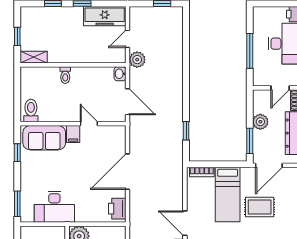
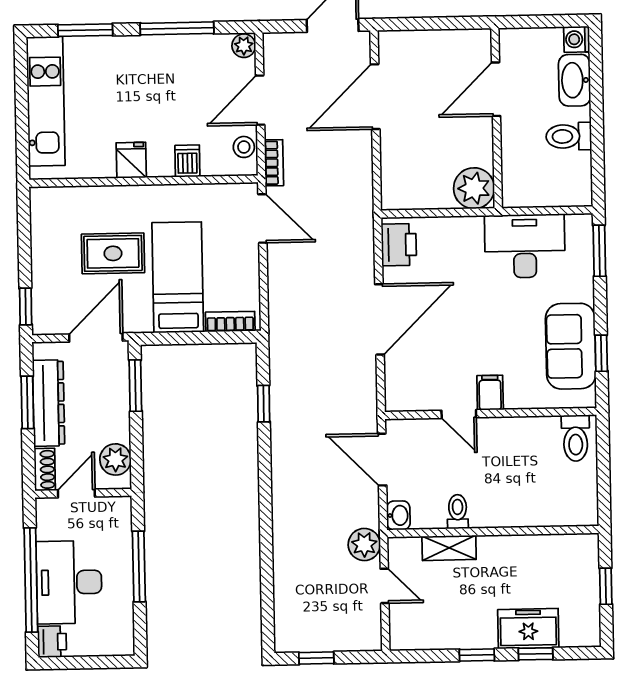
freezer: (105, 16) -> (528, 629), moved, width x0.71
door: (127, 39) -> (385, 586), hinge flipped
shelving: (34, 57) -> (449, 548), moved
toilet: (65, 75) -> (458, 512), moved
plant: (260, 122) -> (115, 459), moved
sofa: (44, 138) -> (571, 346), moved, turned -90

